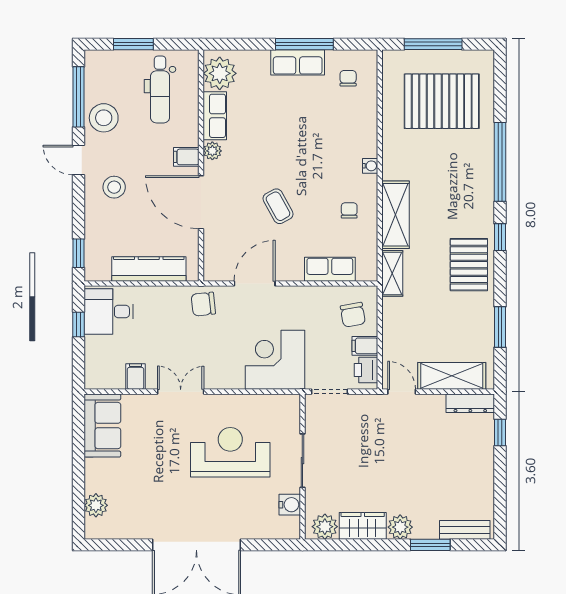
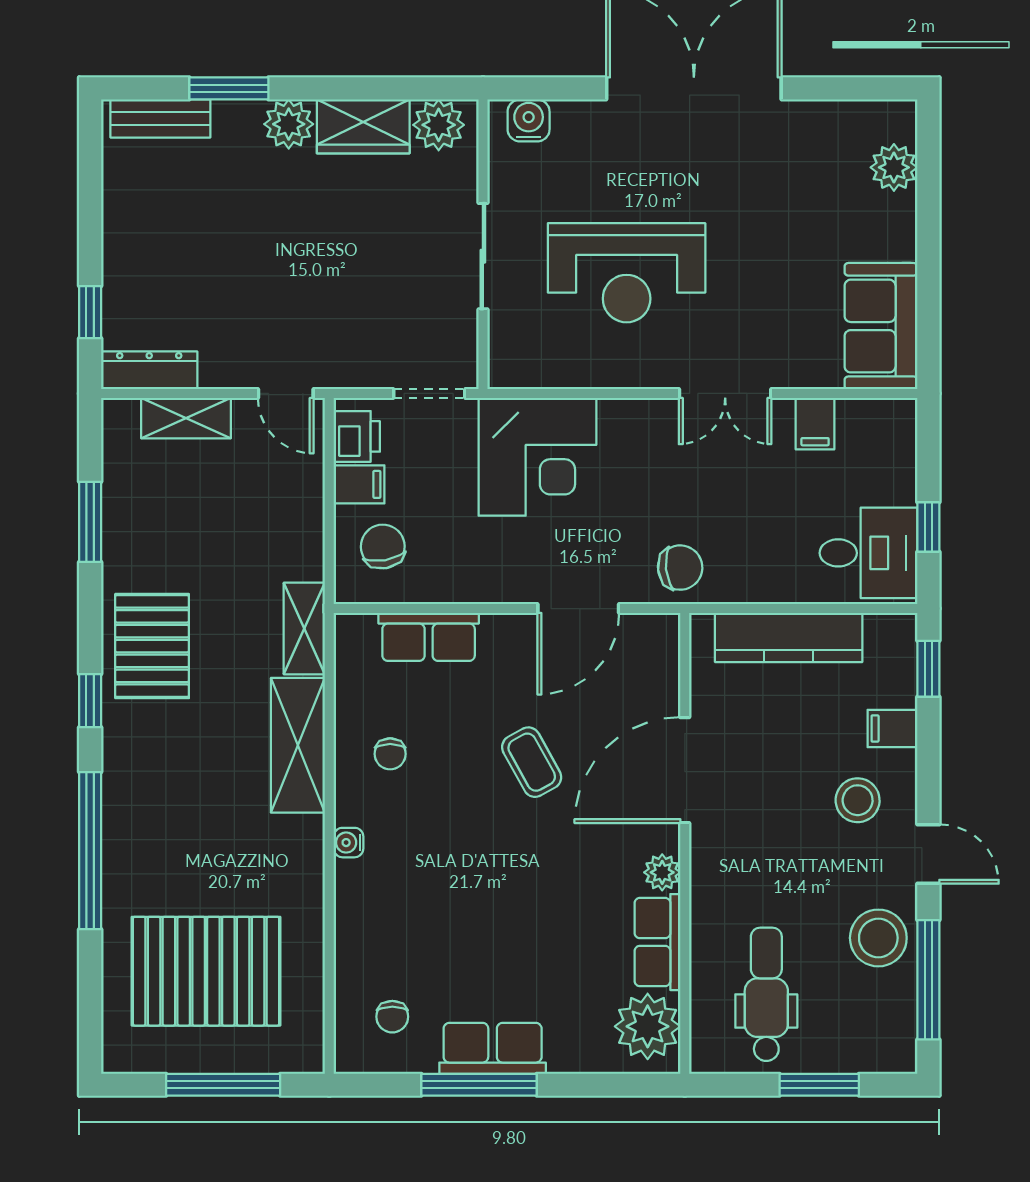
filing cabinet: (186, 157) -> (892, 728), moved, turned 180
door: (201, 202) -> (685, 770), swing flipped
shelving: (452, 376) -> (186, 418), width x0.67, depth x0.75
water cooler: (290, 505) -> (529, 120), moved, turned 90

